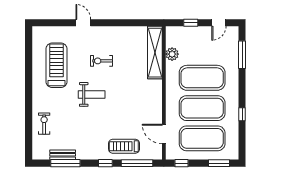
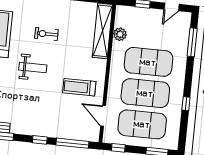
treadmill: (124, 146) -> (79, 87), moved

